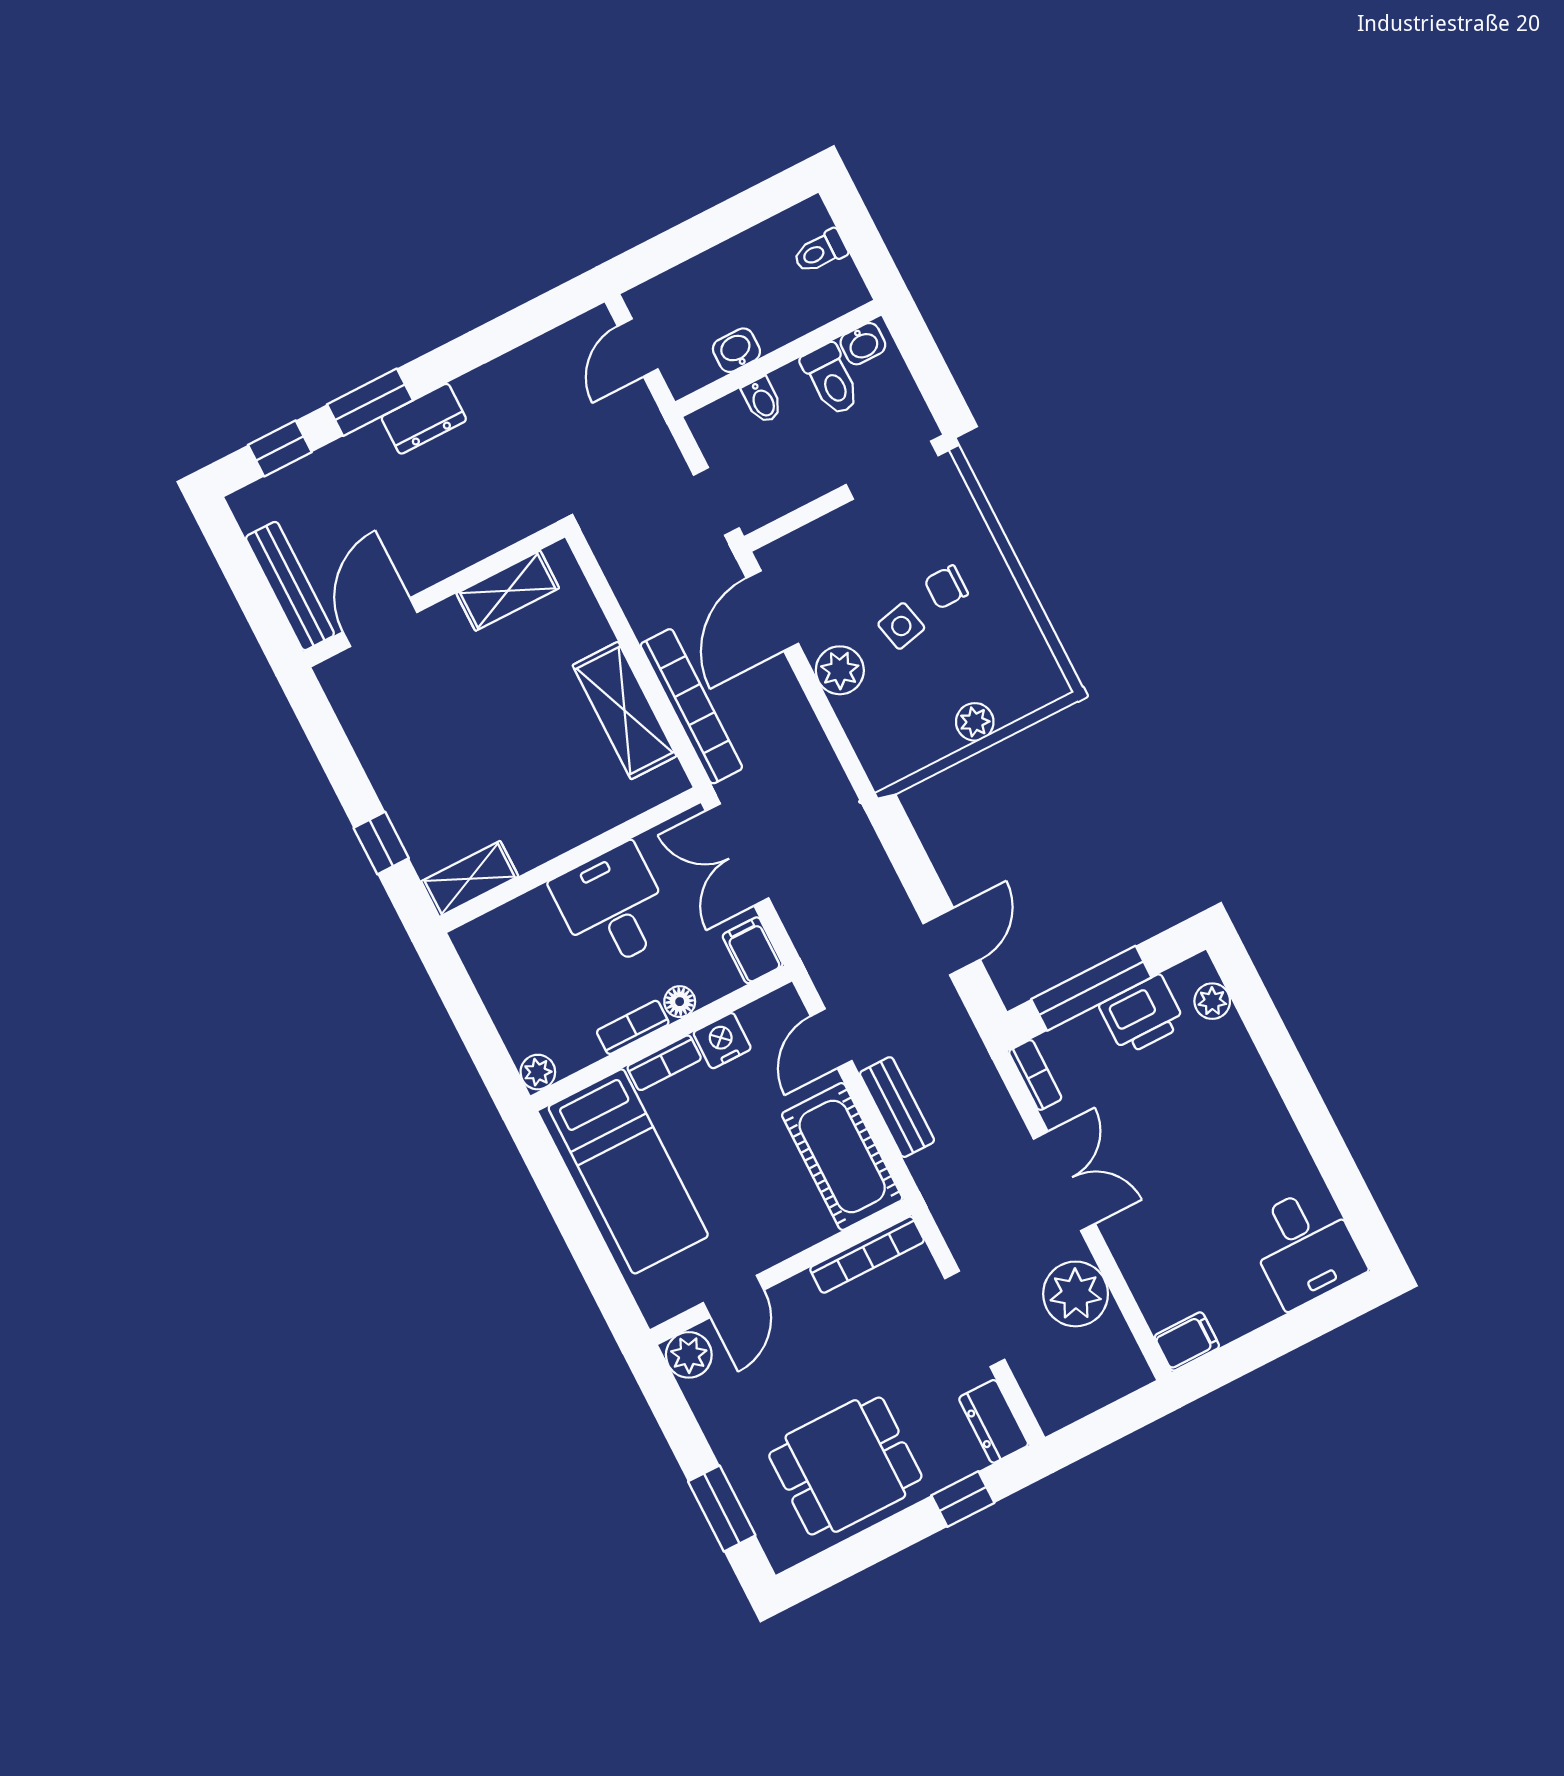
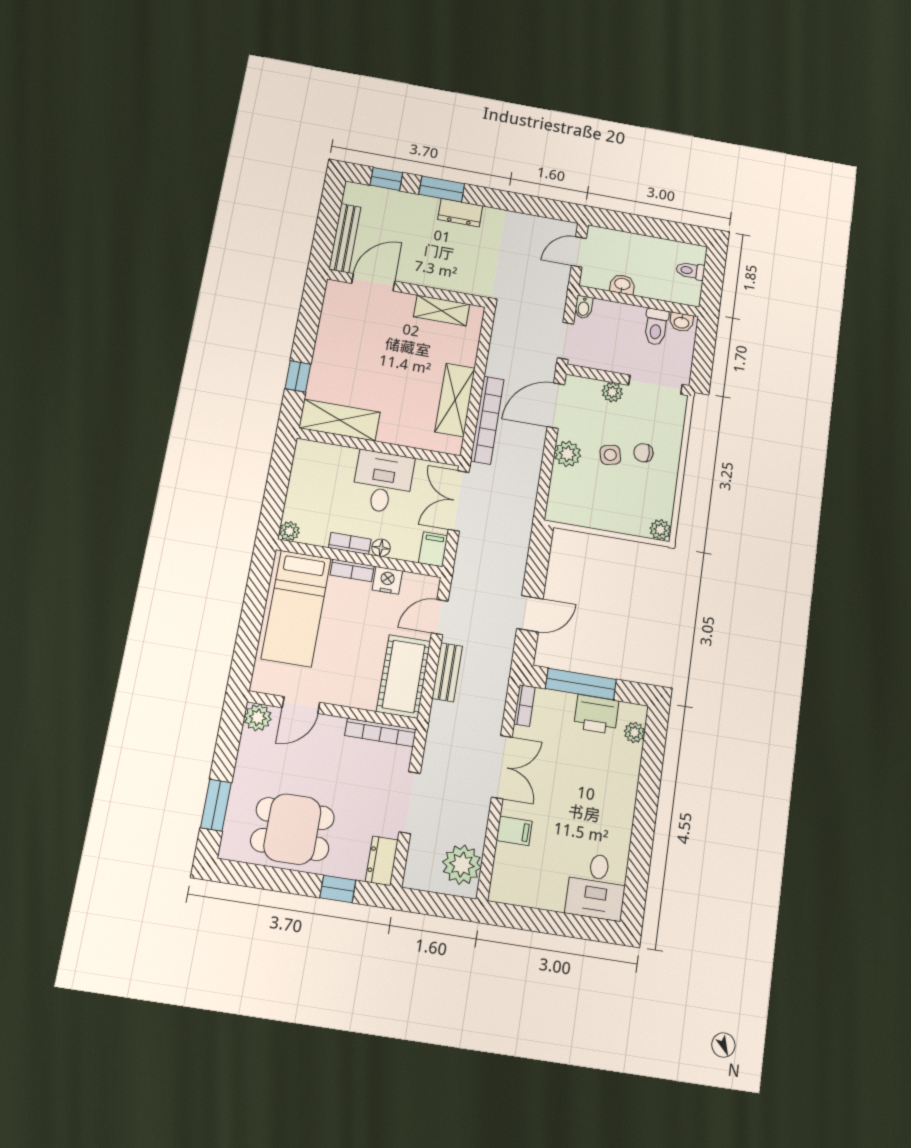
bidet: (762, 400) -> (584, 307), moved
plant: (838, 529) -> (612, 392), added
plant: (975, 722) -> (660, 530), moved
shelving: (470, 879) -> (339, 420), width x1.50, depth x1.33
plant: (1076, 1294) -> (462, 865), moved
filing cabinet: (1187, 1341) -> (514, 831), moved

